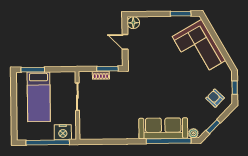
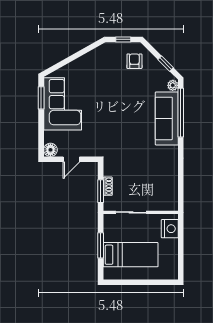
corner sofa: (199, 48) -> (63, 104), moved, turned -61
window: (107, 69) -> (101, 191), moved
window: (33, 70) -> (101, 245), moved
armchair: (215, 98) -> (134, 61), turned 136
window: (48, 142) -> (181, 245), removed

